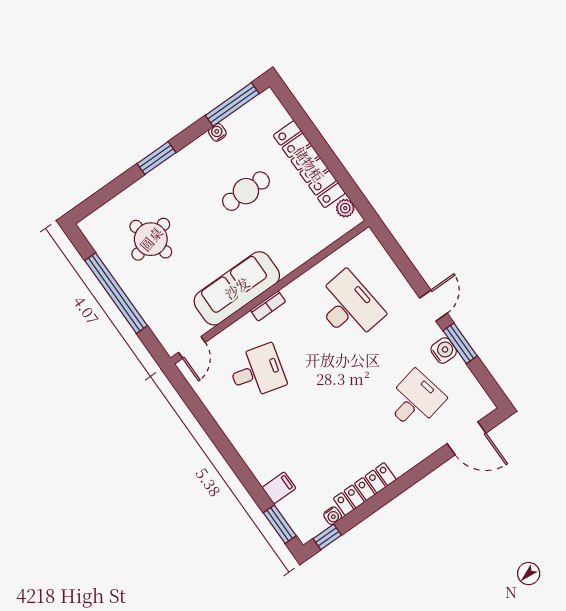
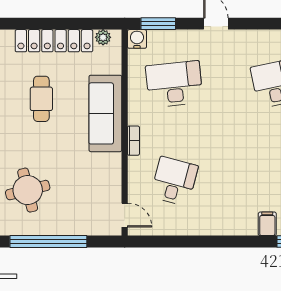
sofa: (237, 288) -> (105, 113), moved
window: (460, 343) -> (158, 24), moved
water cooler: (444, 350) -> (137, 39), moved

